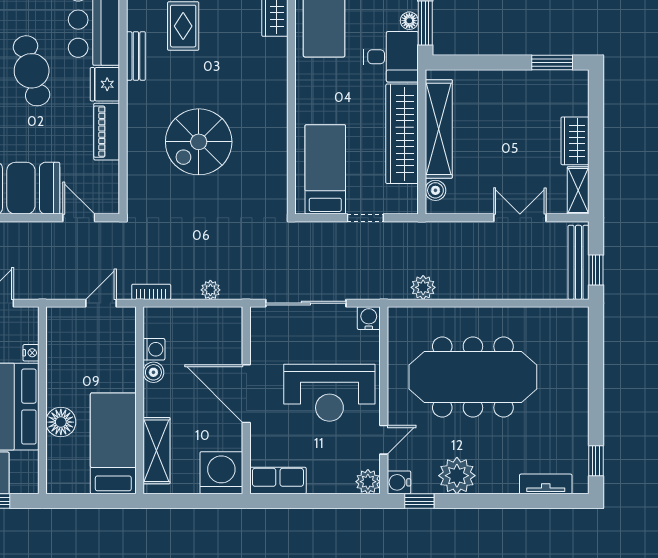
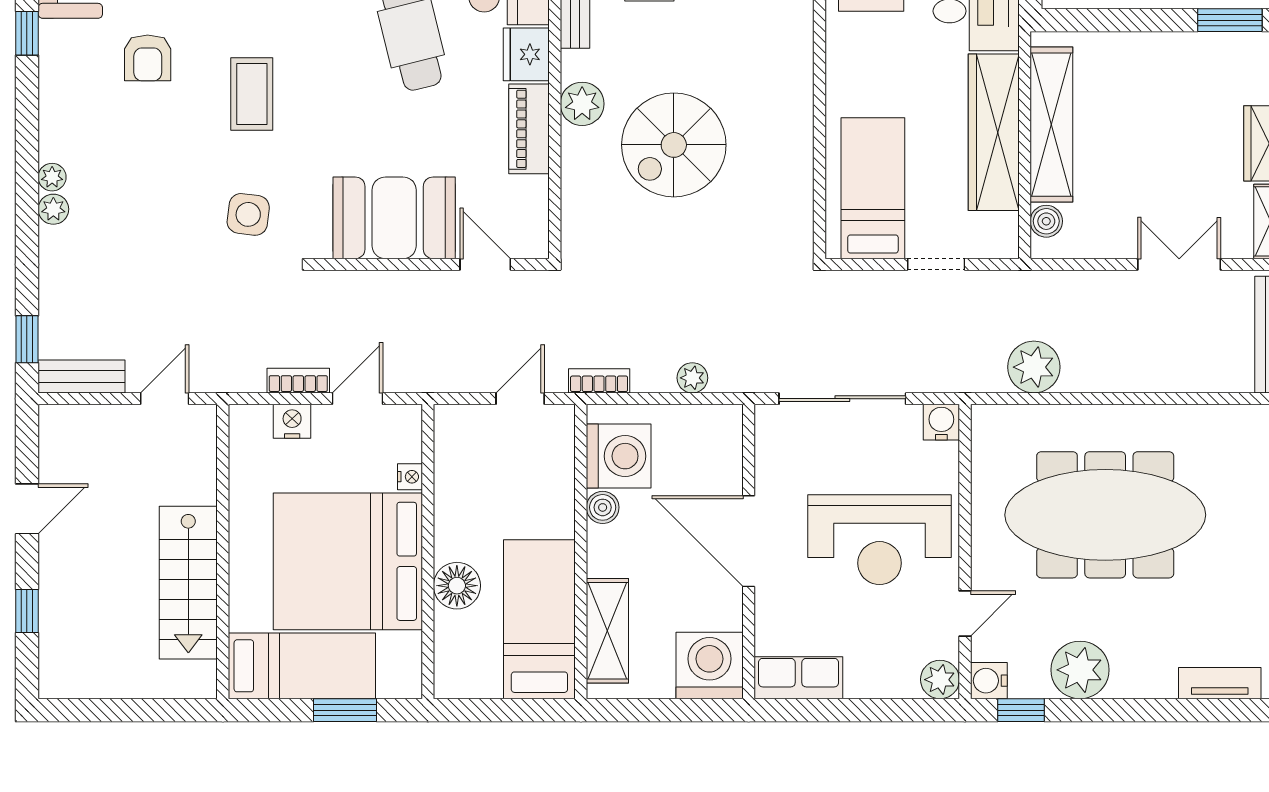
plant: (140, 116) -> (582, 104), added
plant: (423, 287) -> (1034, 367), width x1.36, depth x1.36
washing machine: (154, 349) -> (619, 456), width x1.89, depth x1.89

